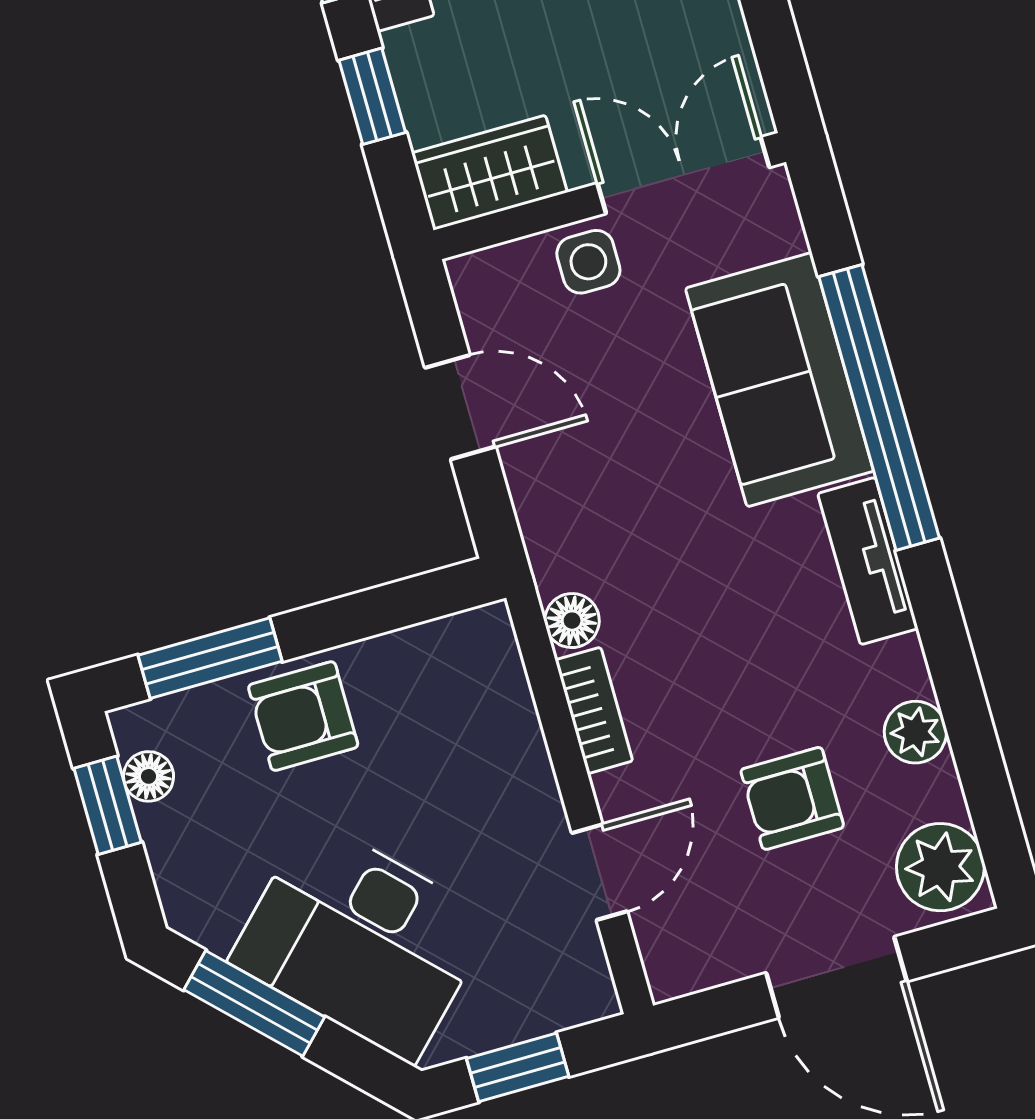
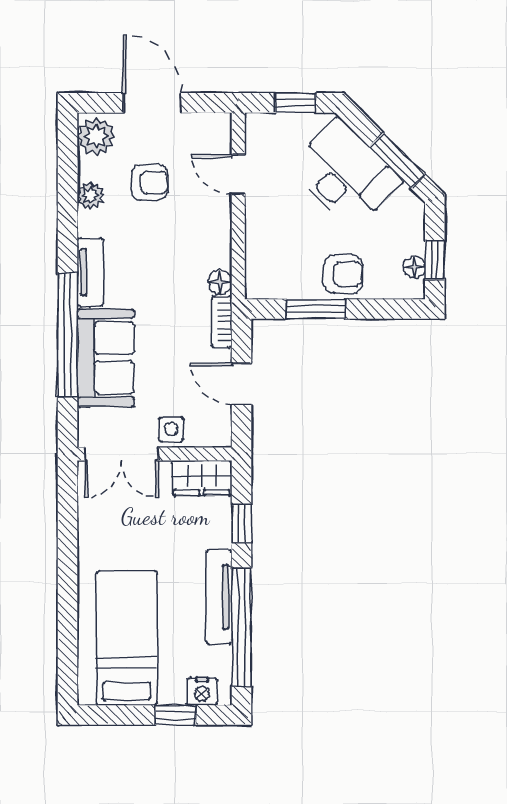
window: (210, 658) -> (316, 309), moved
bookcase: (594, 710) -> (222, 322), moved
door: (600, 872) -> (238, 174), hinge flipped

